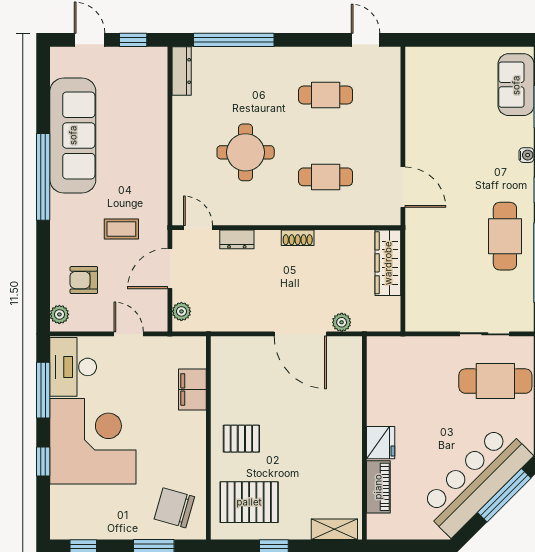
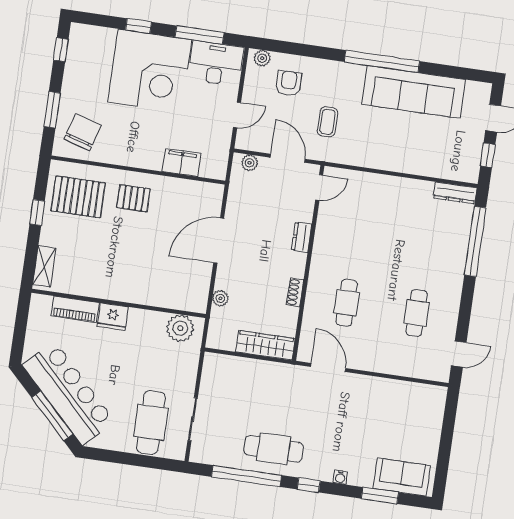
round table: (246, 152) -> (378, 237), removed
door: (403, 187) -> (328, 367), swing flipped
shoe rack: (298, 238) -> (295, 292), moved
dresser: (237, 239) -> (302, 237), moved
door: (300, 334) -> (219, 240), moved
plant: (383, 363) -> (180, 328), added
pallet: (241, 439) -> (133, 198), turned 90
pallet: (249, 502) -> (78, 197), turned 90

